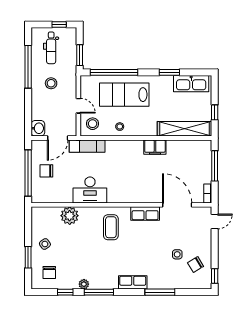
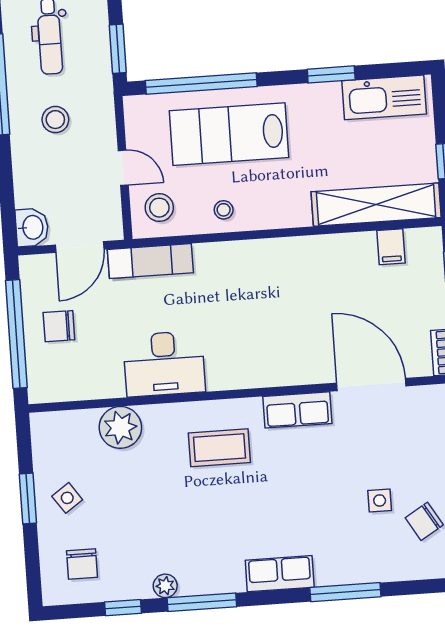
filing cabinet: (155, 147) -> (391, 247), moved, width x0.50
coffee table: (111, 227) -> (219, 448), turned 90
window: (28, 257) -> (28, 498), moved

